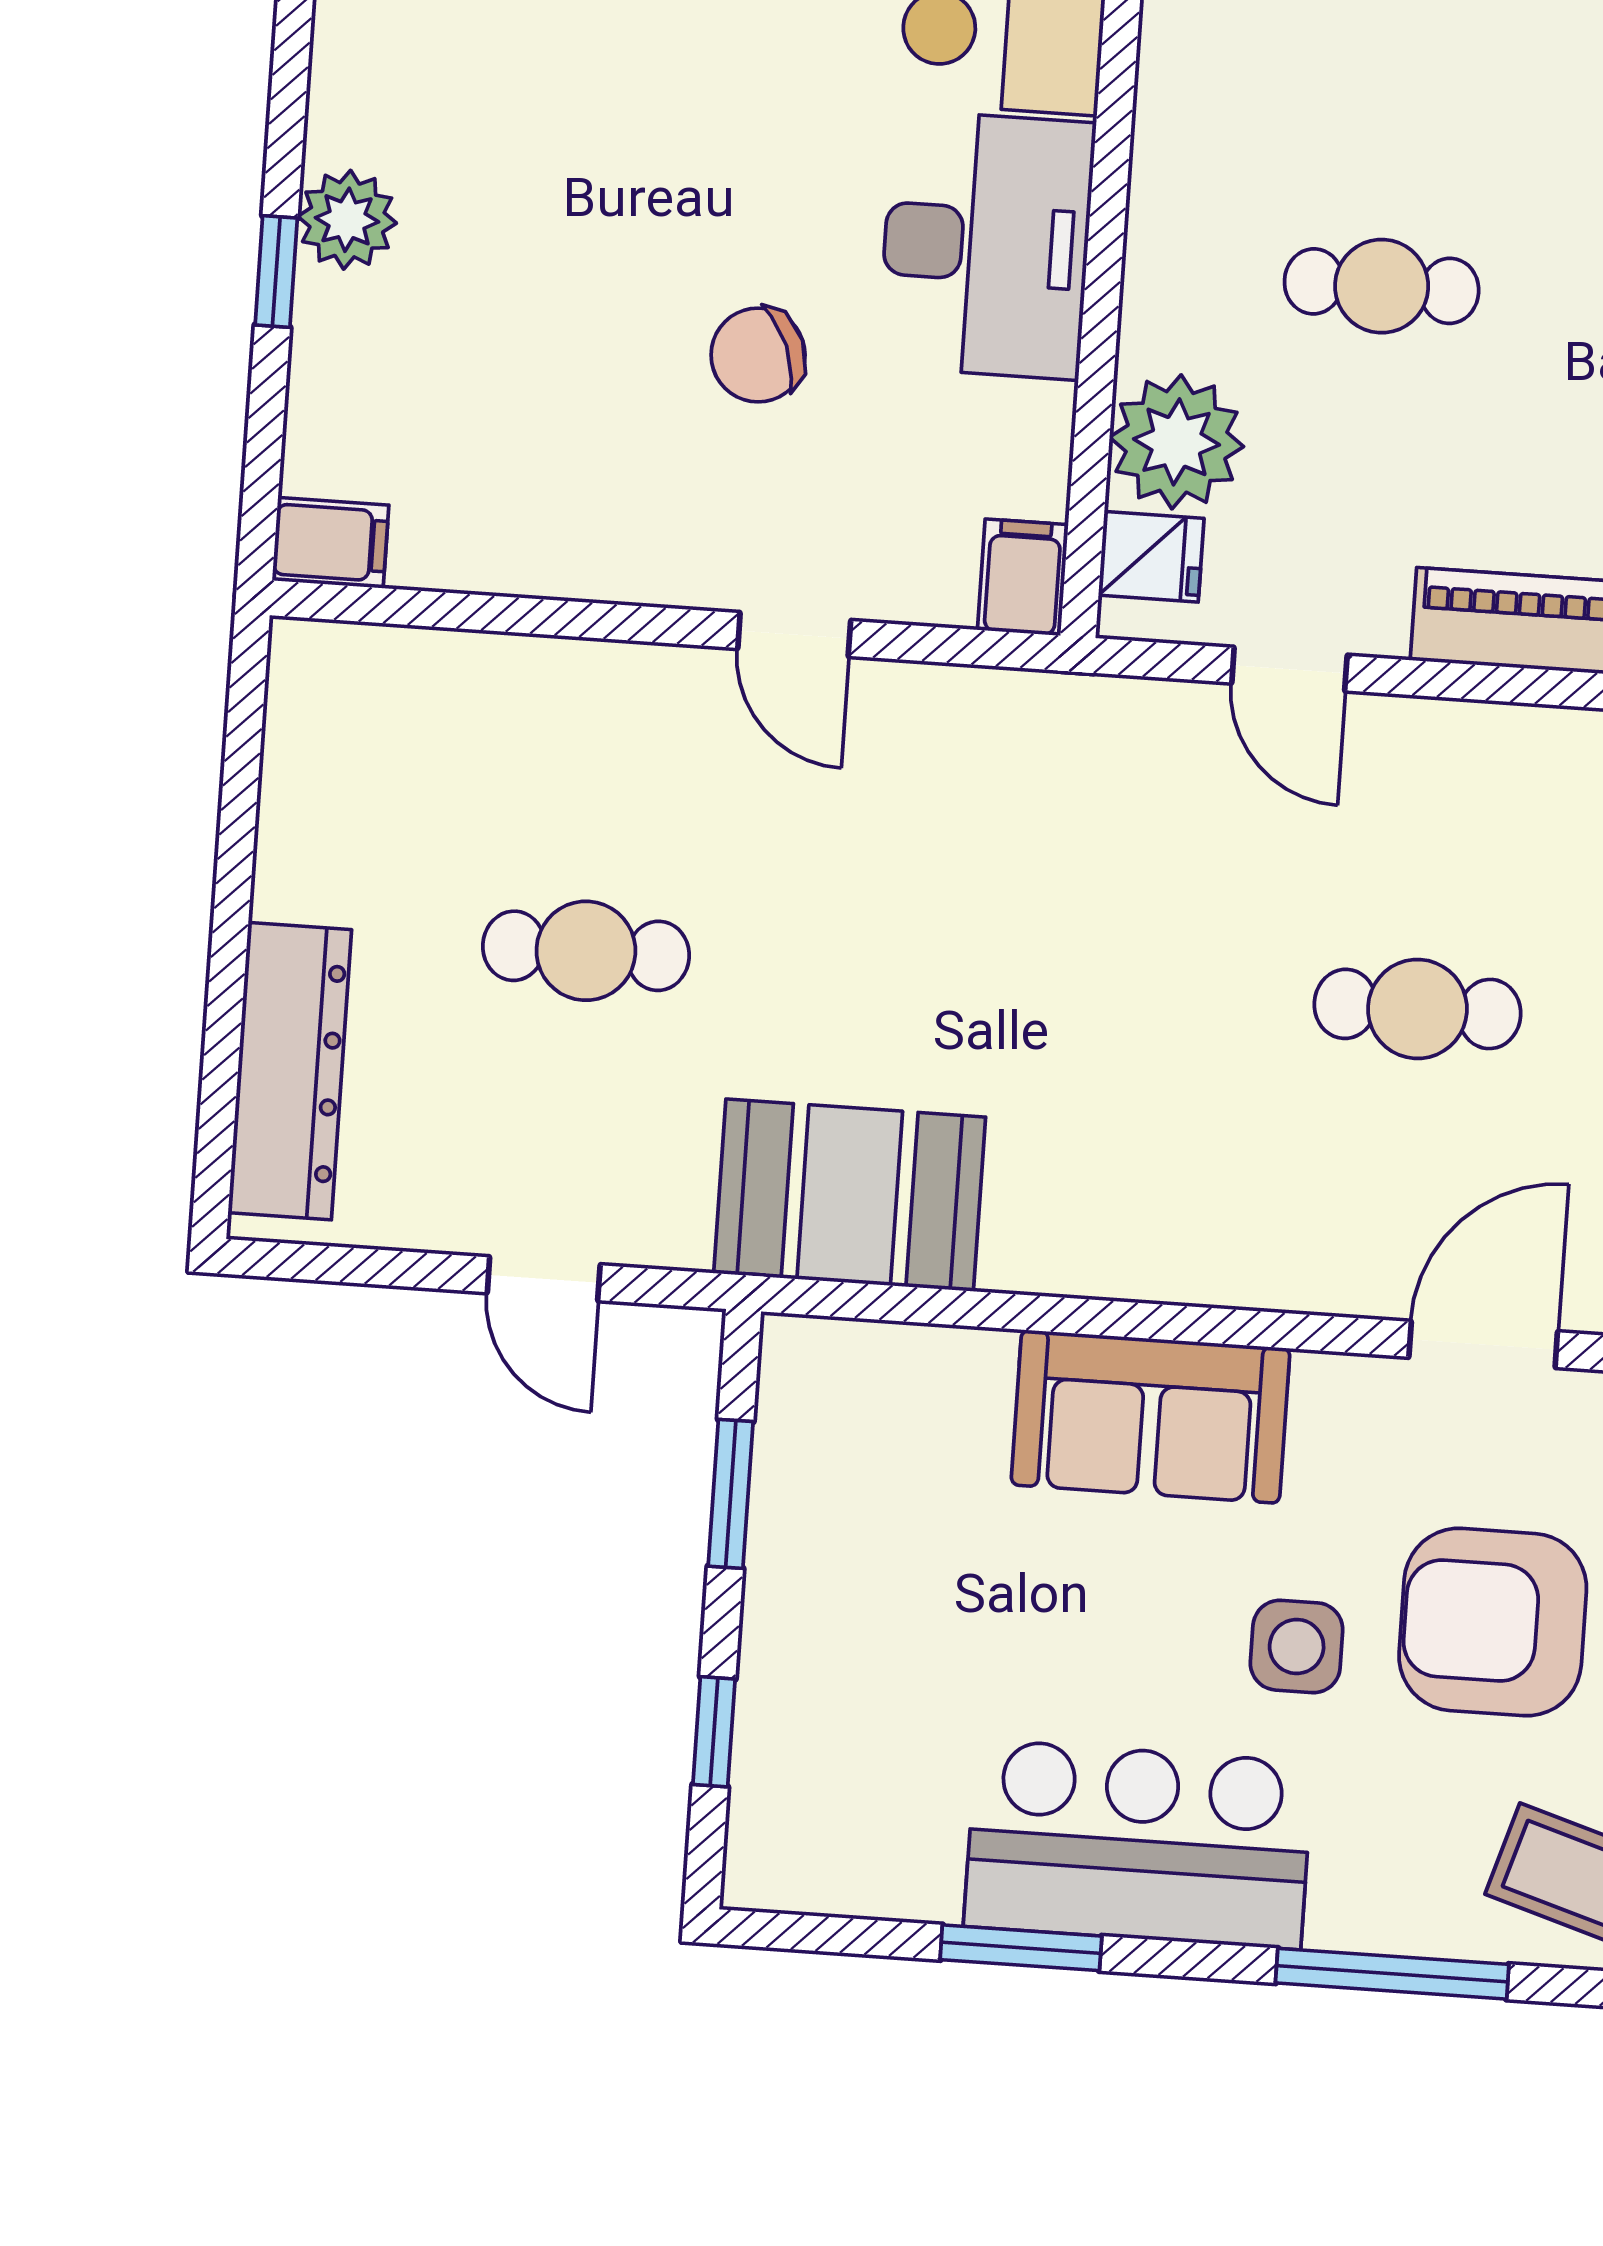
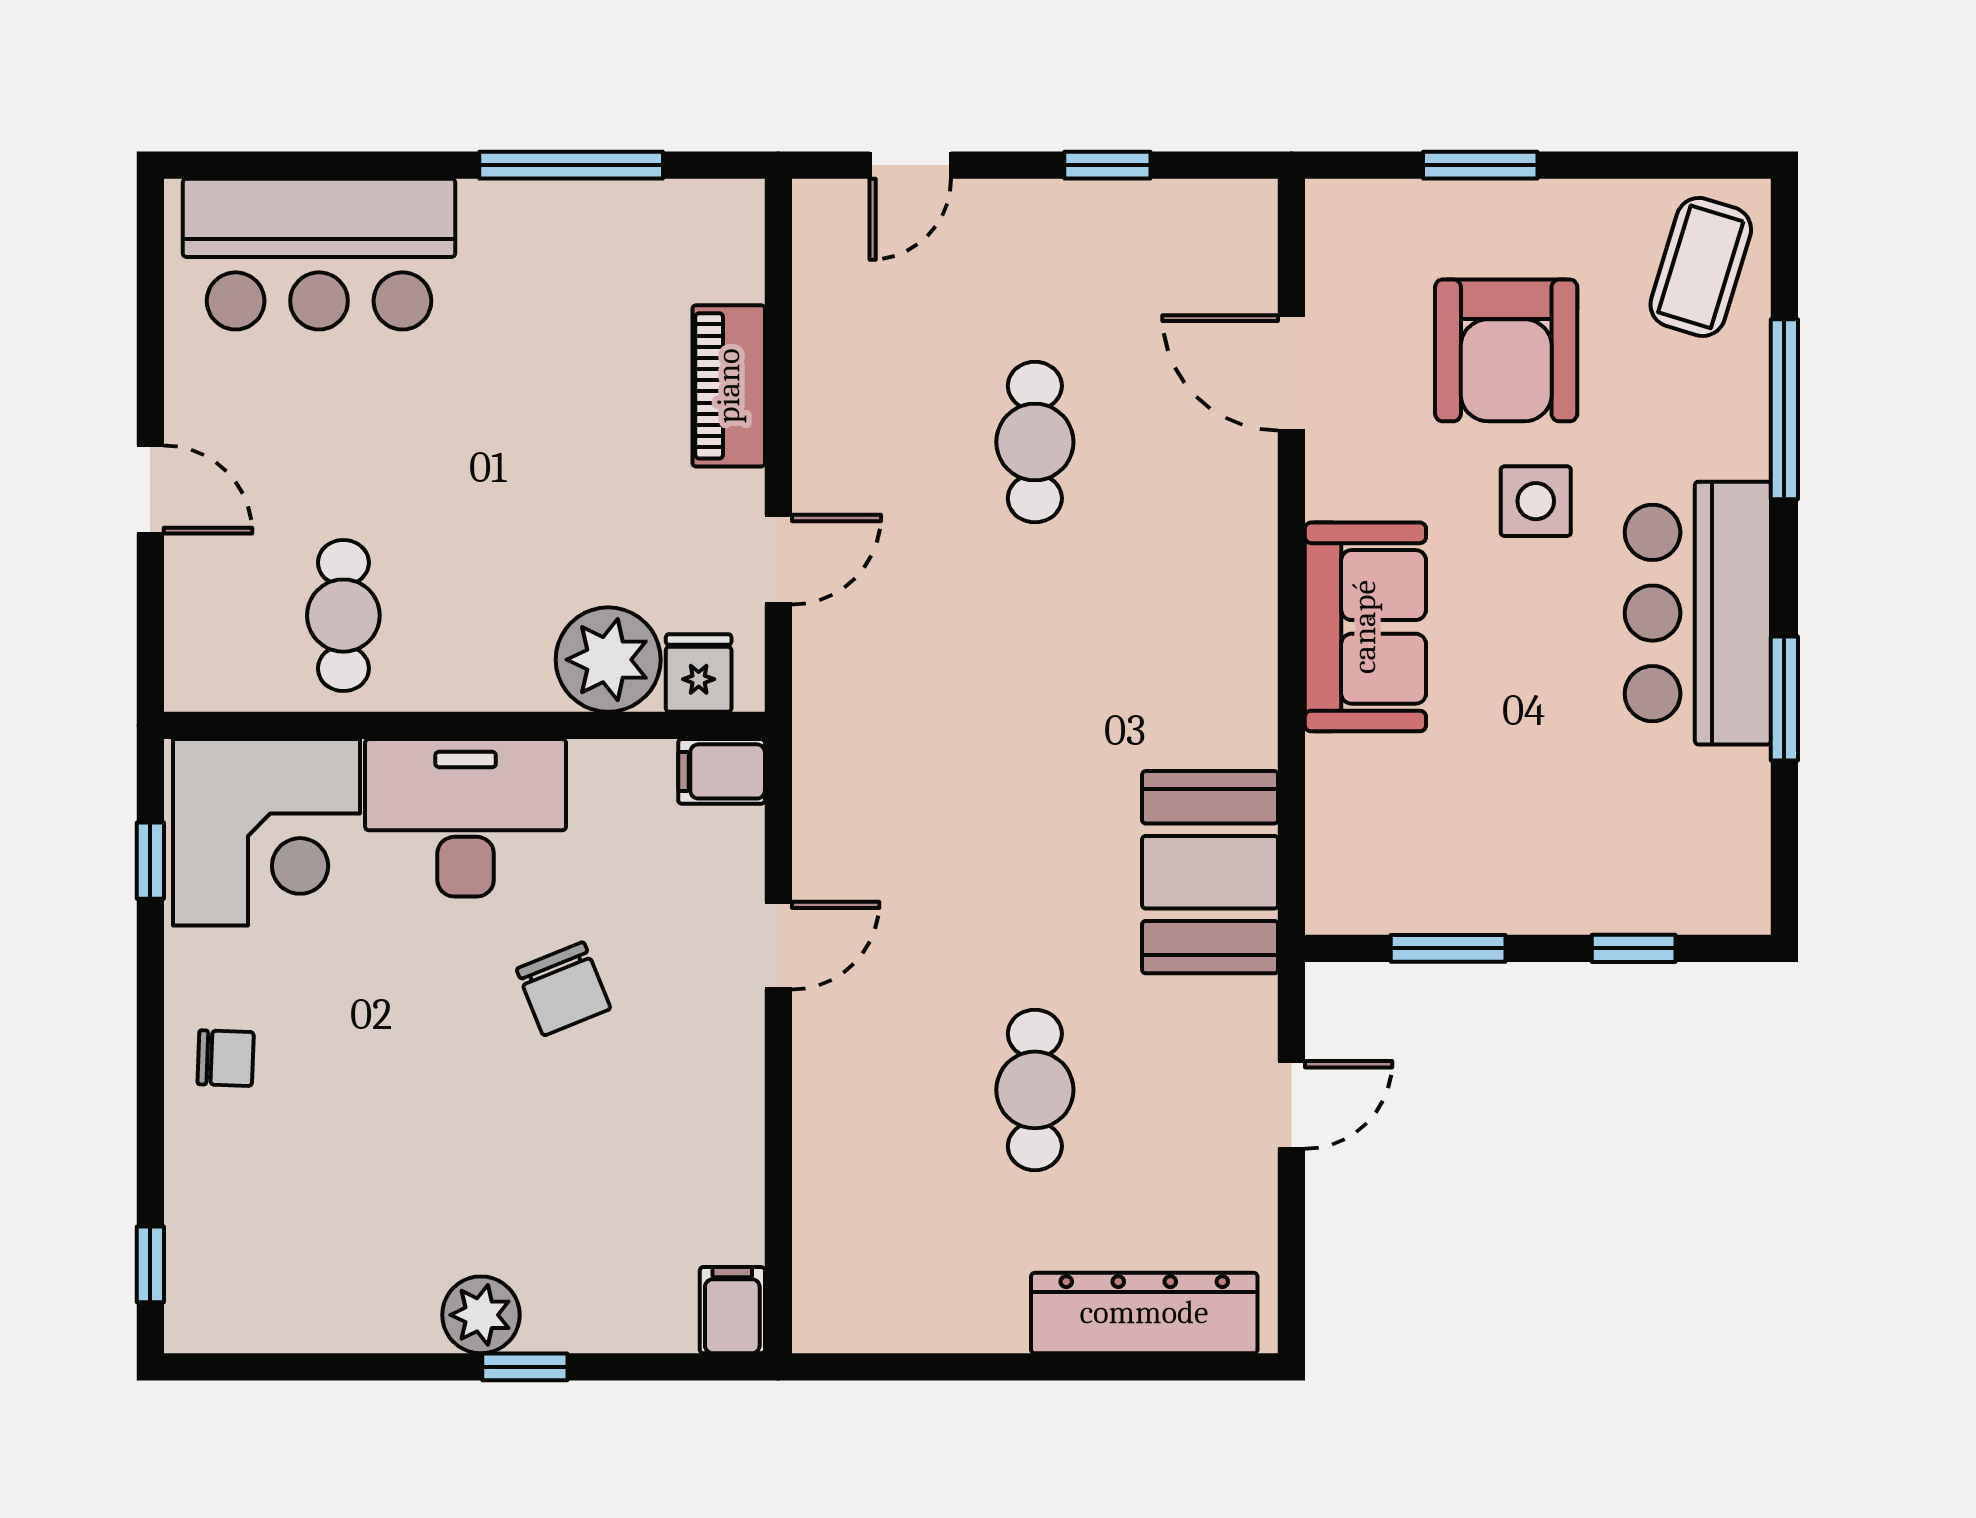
cafe table: (1382, 286) -> (343, 616), moved

